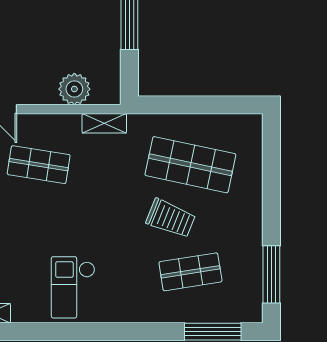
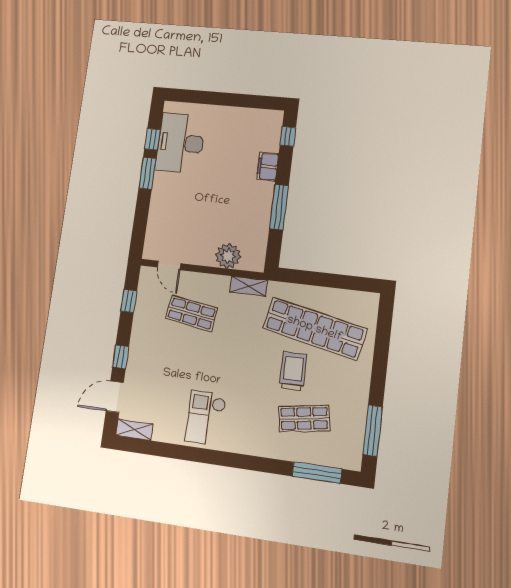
shop shelf: (190, 165) -> (315, 329), width x1.40
trolley: (171, 218) -> (293, 371), turned -112

